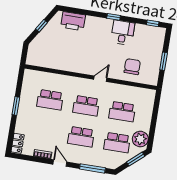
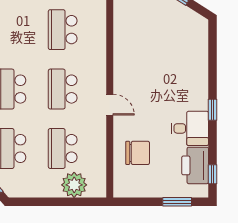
printer: (73, 21) -> (195, 165), moved
window: (164, 61) -> (177, 202), moved
plant: (140, 139) -> (74, 185), moved

